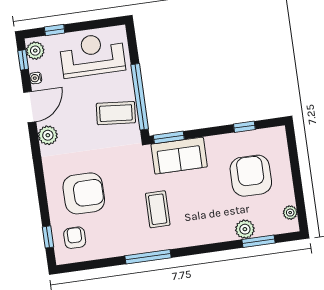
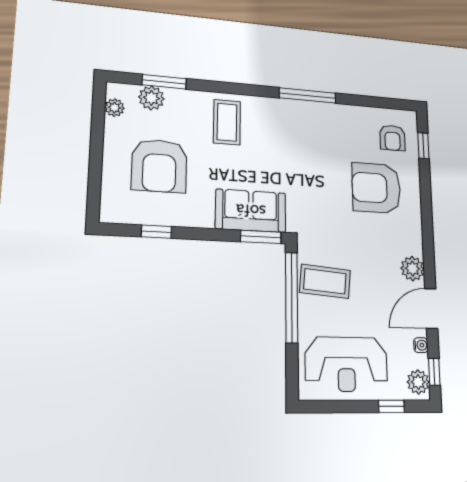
coffee table: (158, 209) -> (227, 122), moved
plant: (245, 229) -> (151, 98), moved

